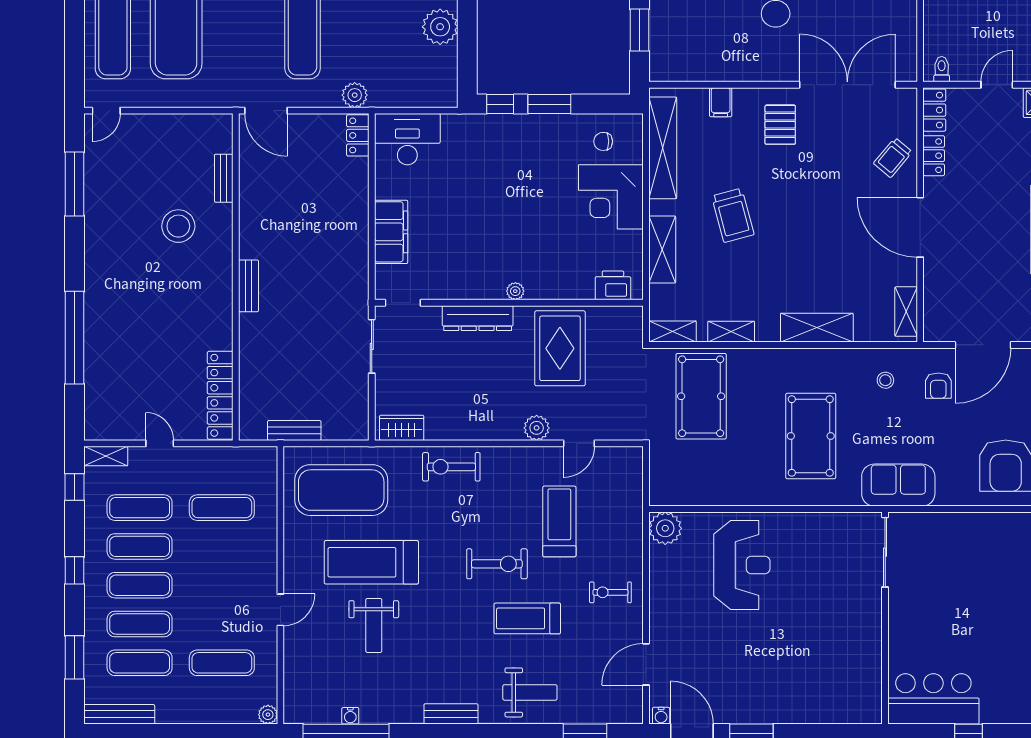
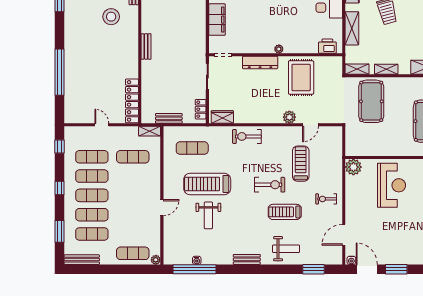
locker: (358, 412) -> (201, 109), added
shelving: (106, 456) -> (150, 131), moved
exercise mat: (341, 490) -> (192, 148), width x0.50, depth x0.69
exercise mat: (222, 663) -> (133, 253), moved

